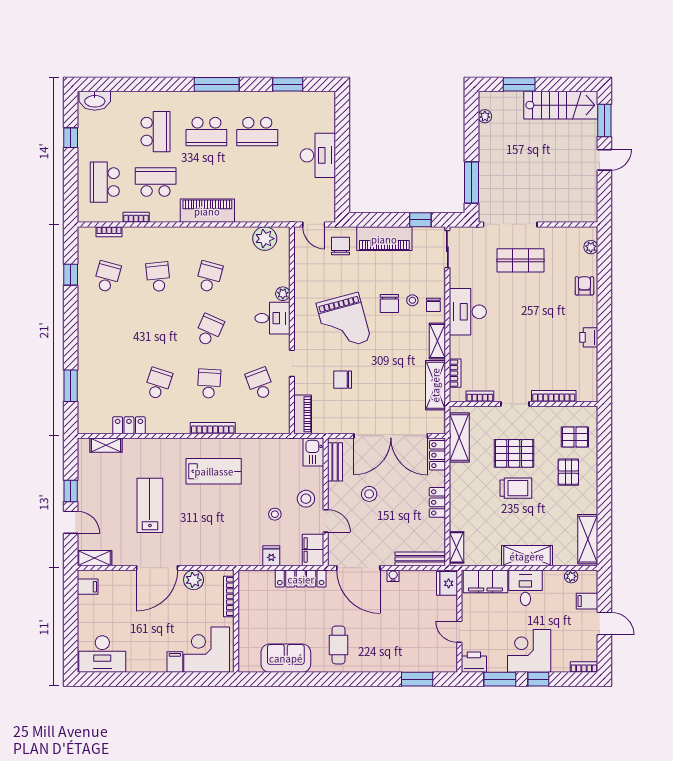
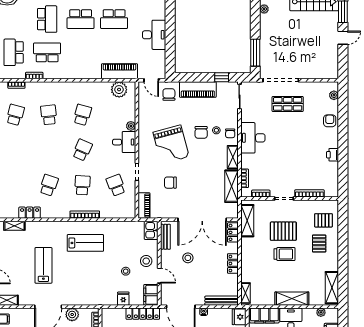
piano: (207, 211) -> (120, 71), moved

